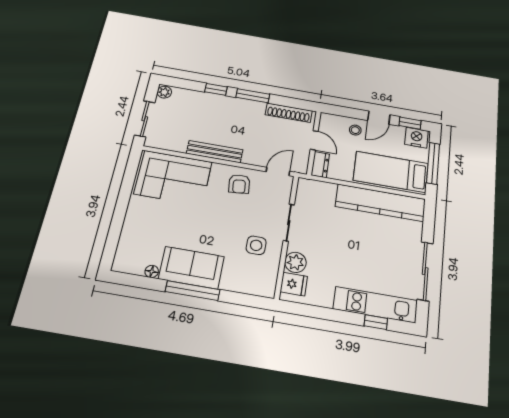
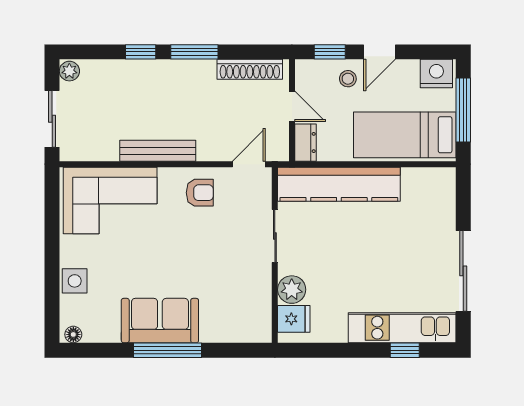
window: (410, 123) -> (330, 52), moved
armchair: (239, 184) -> (200, 193), turned -84
kitchen counter: (380, 203) -> (339, 184), moved
side table: (256, 245) -> (75, 281), moved
floor lamp: (152, 271) -> (73, 334), moved

